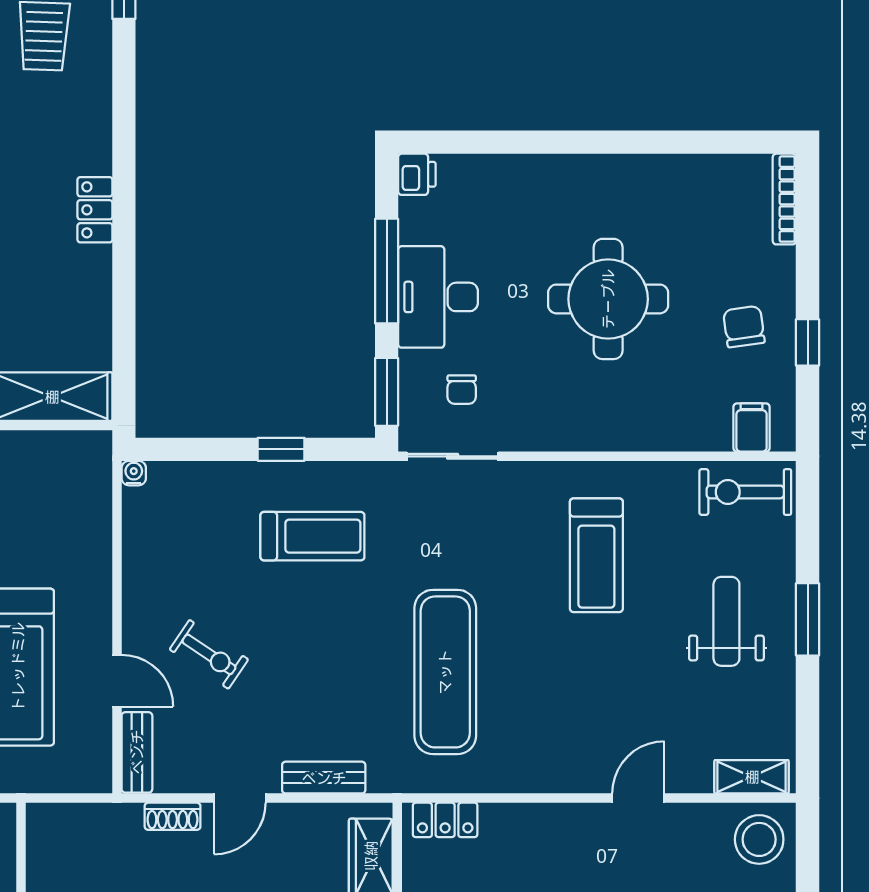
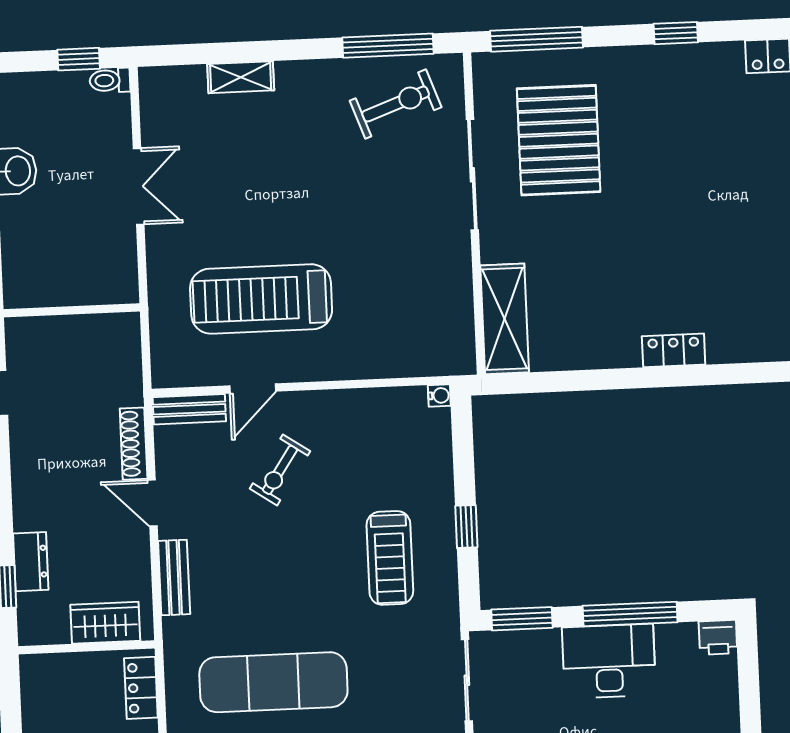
chair: (462, 390) -> (527, 686), removed
shoe rack: (173, 816) -> (134, 444), width x1.43

